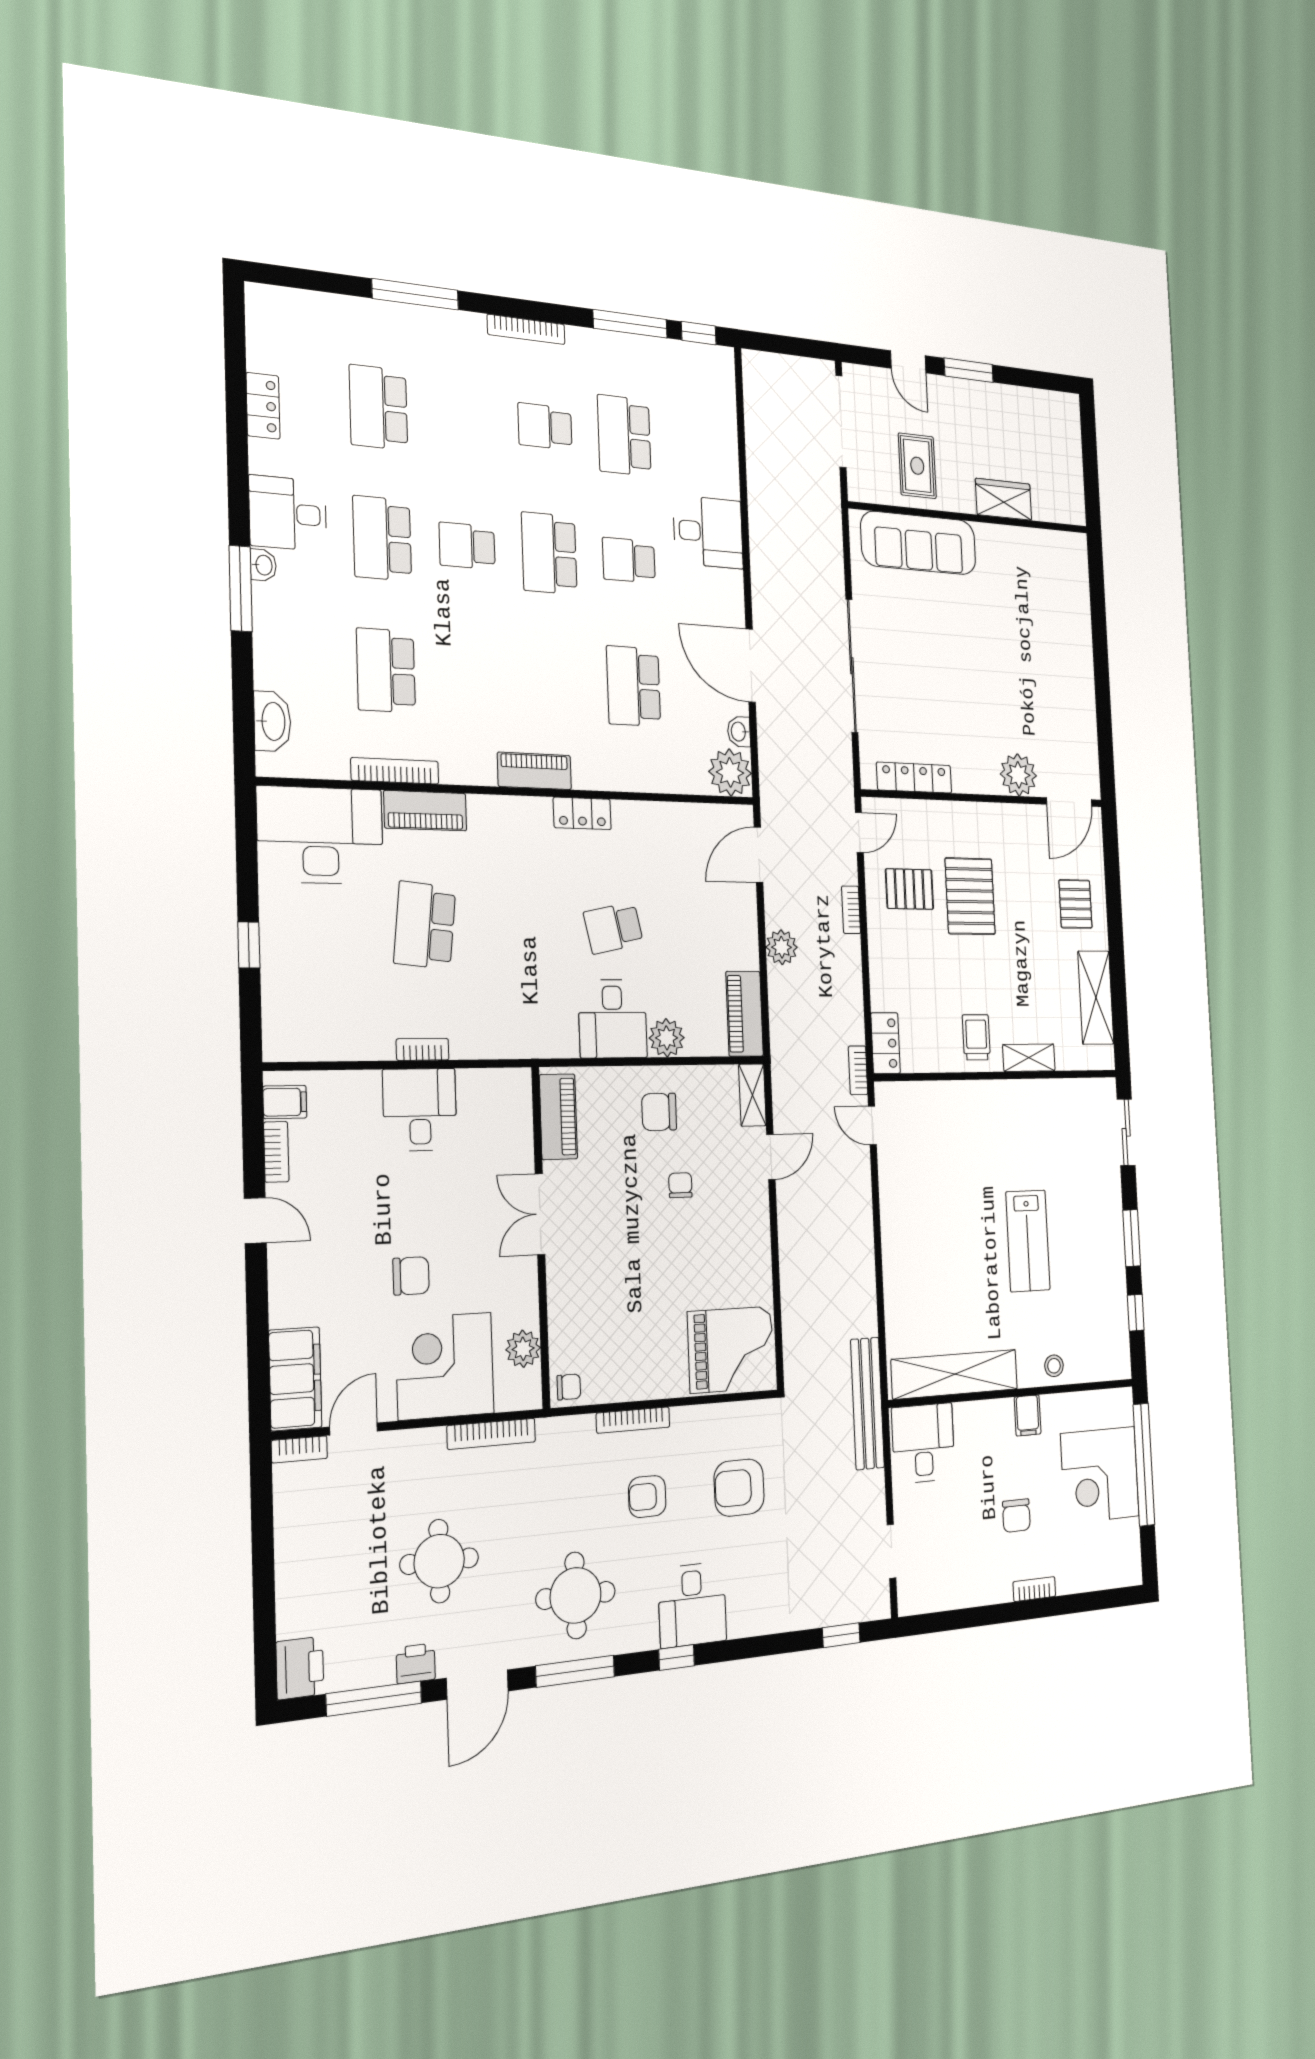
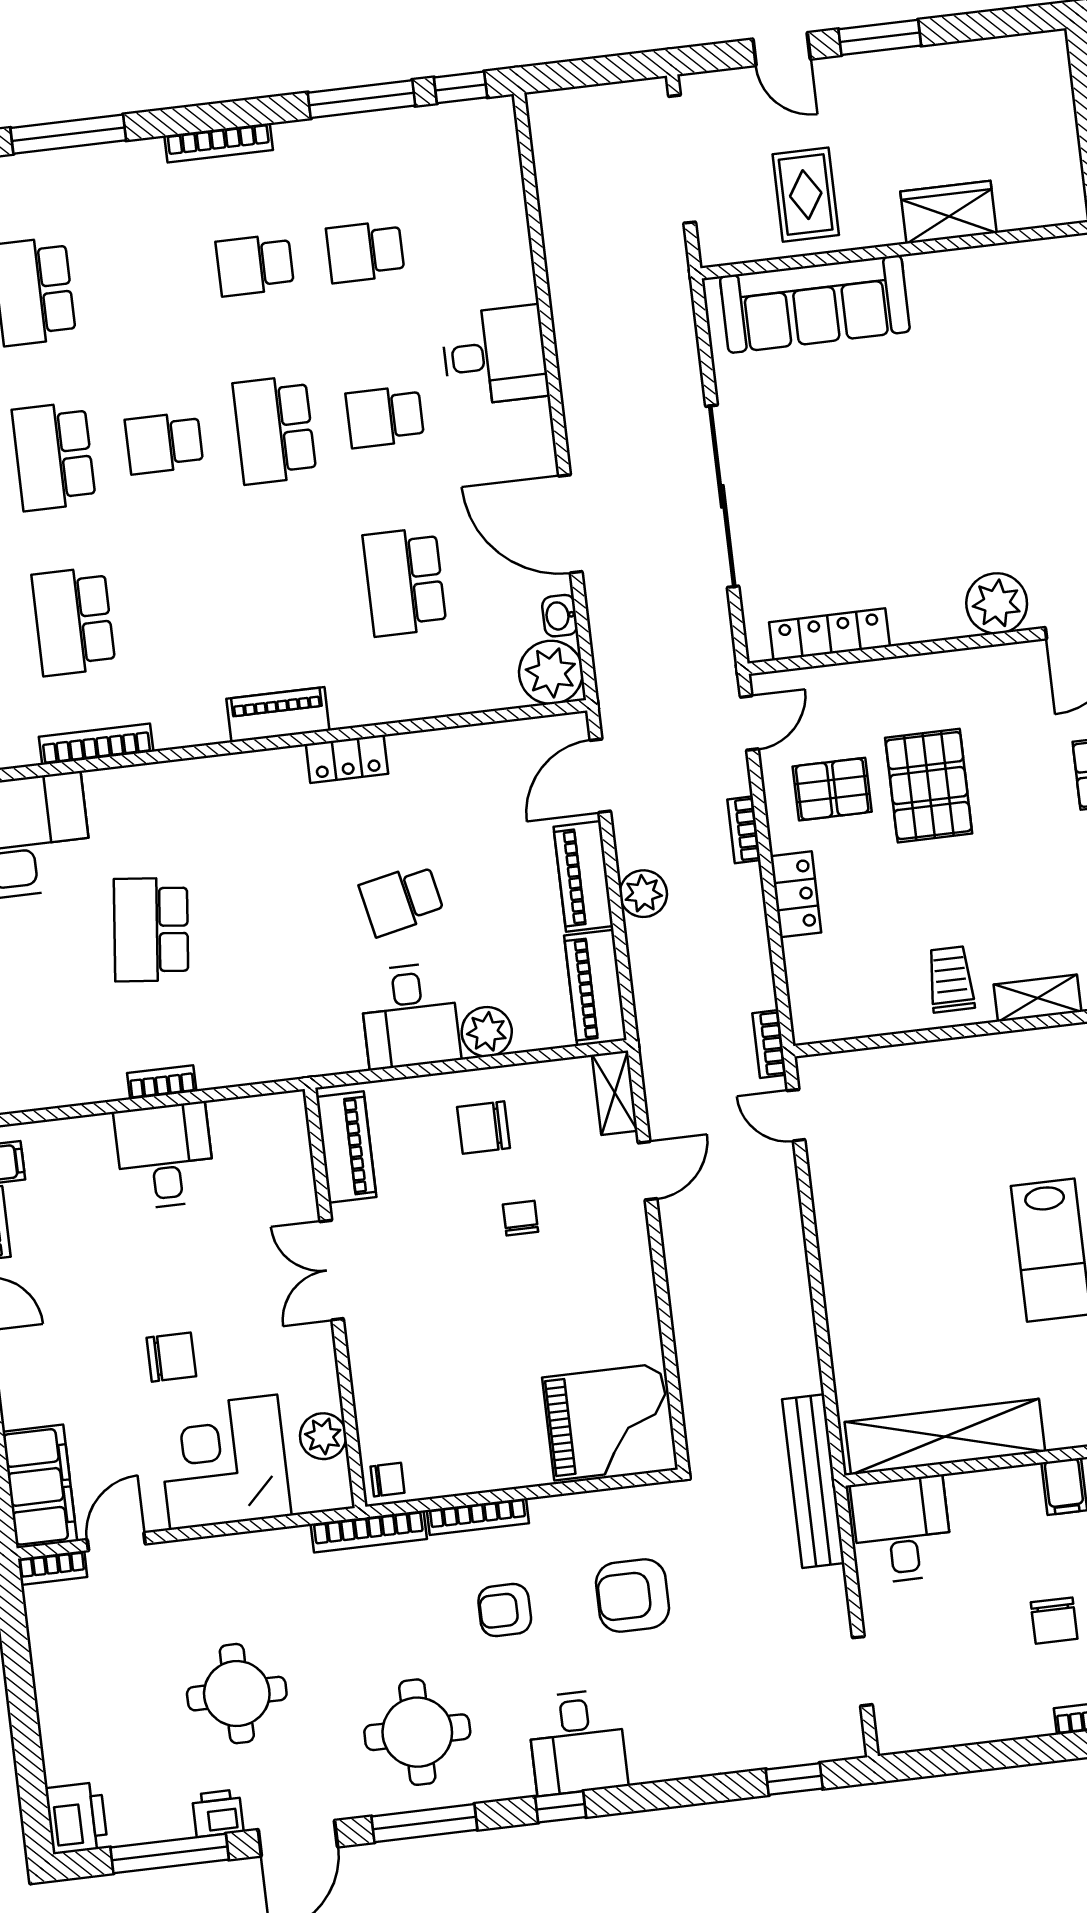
school desk: (624, 435) -> (365, 252), width x0.54
piano: (425, 811) -> (583, 876), moved, turned 90
locker: (886, 1043) -> (796, 894), moved
bookcase: (491, 1434) -> (369, 1531), moved

